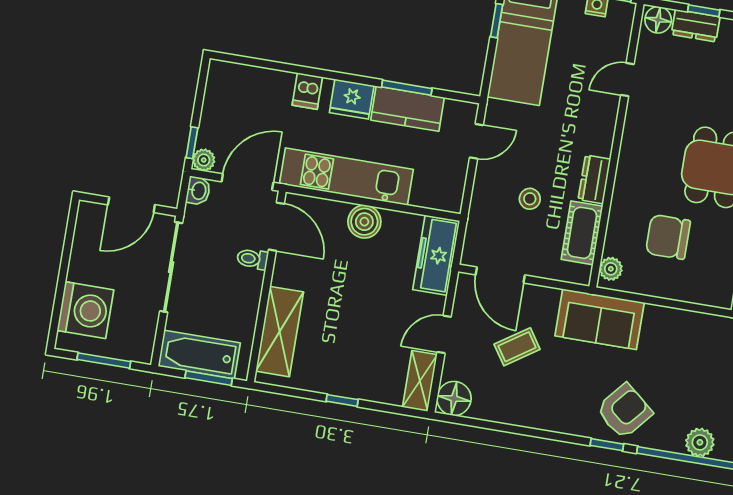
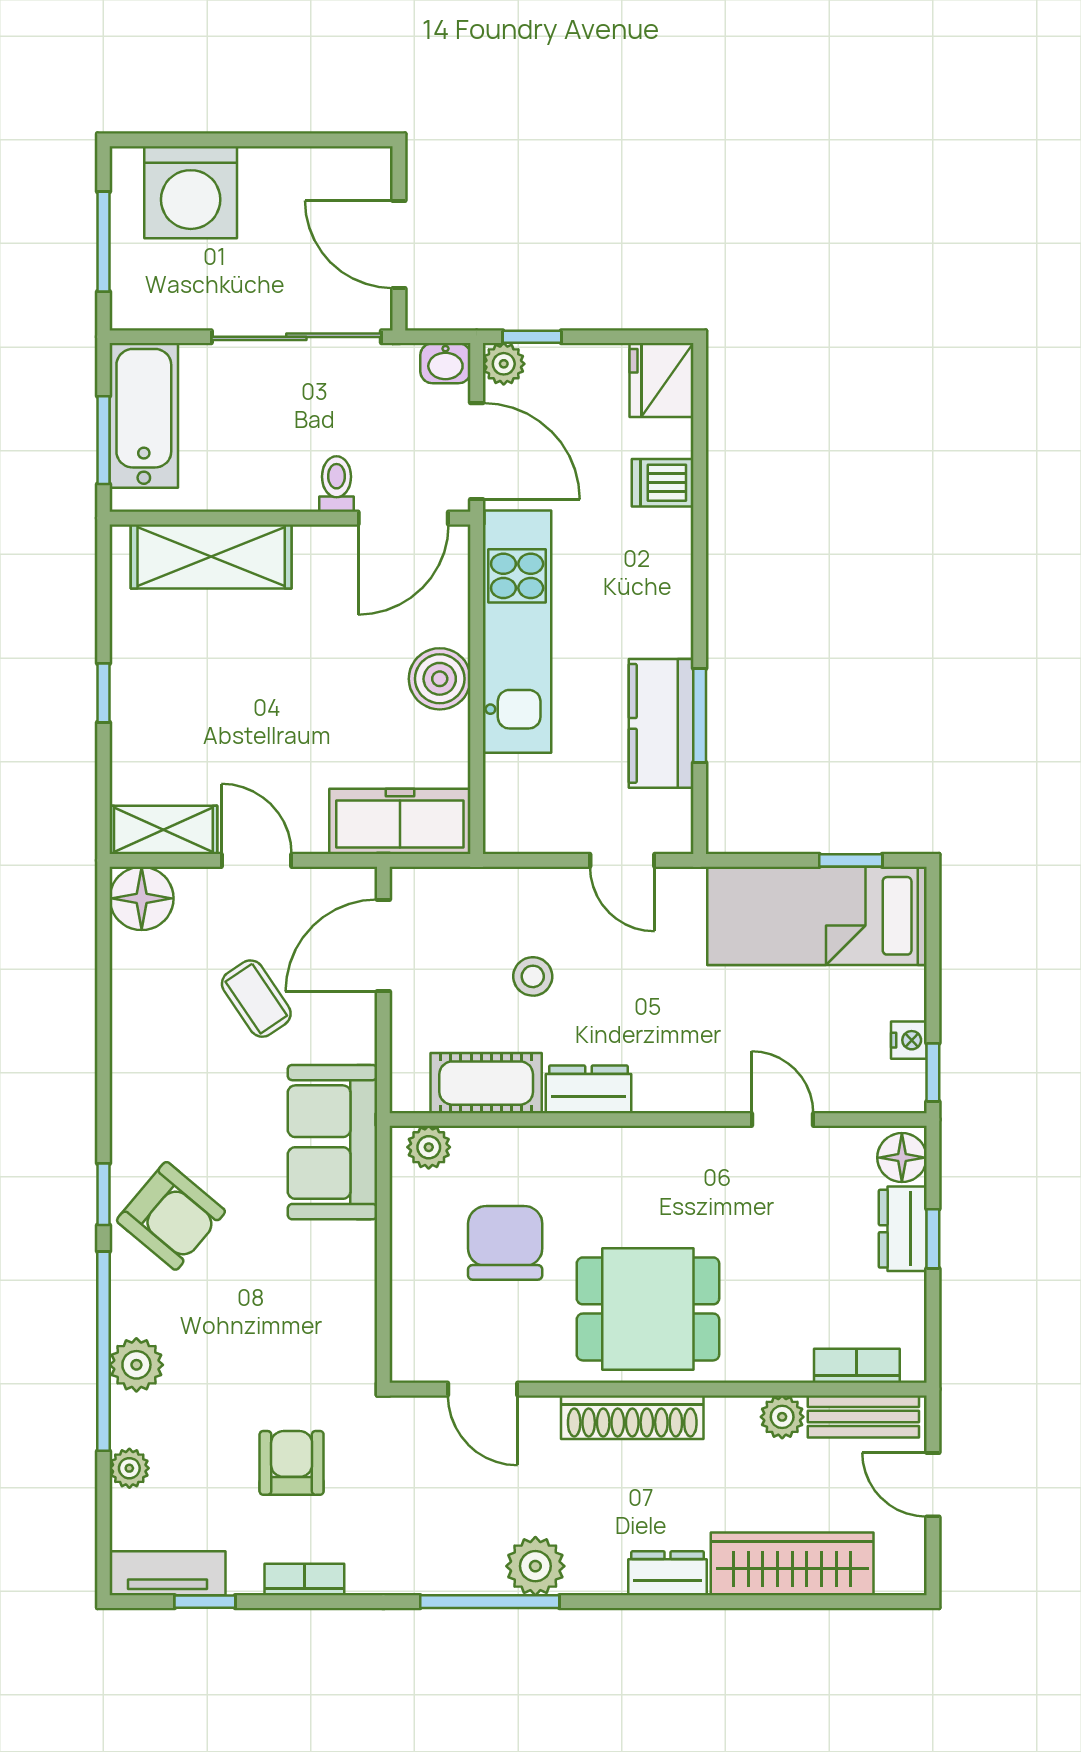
dishwasher: (307, 91) -> (663, 483), moved
fridge: (352, 99) -> (661, 380), moved

